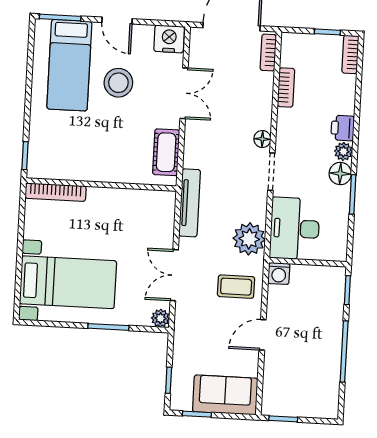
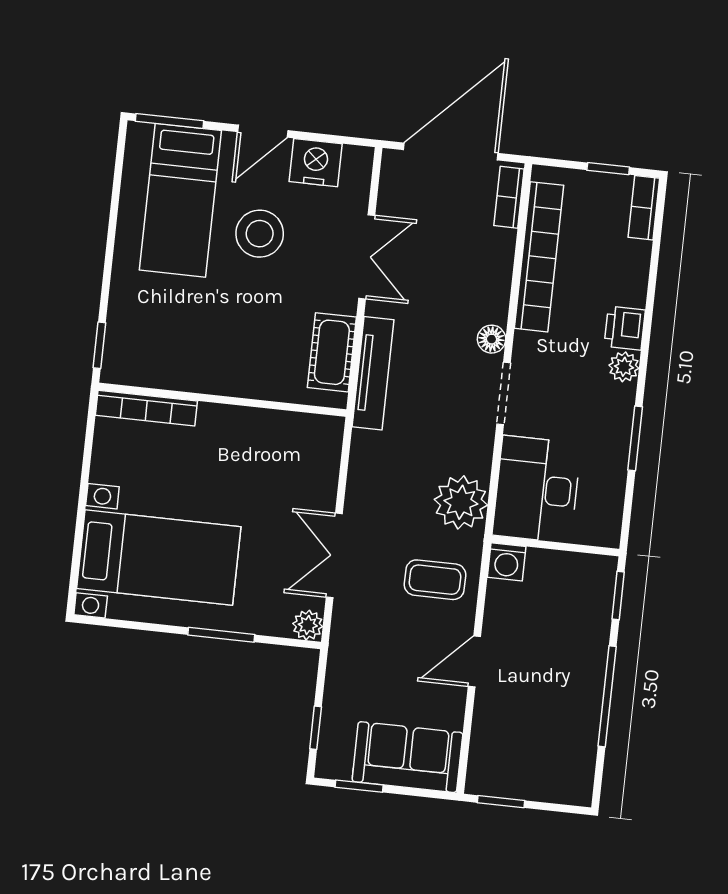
door: (117, 21) -> (263, 131), hinge flipped
nightstand: (169, 39) -> (316, 163), moved
bookcase: (286, 87) -> (539, 257), width x2.31, depth x1.31
floor lamp: (340, 174) -> (617, 403), removed
tv unit: (190, 203) -> (373, 373), moved

